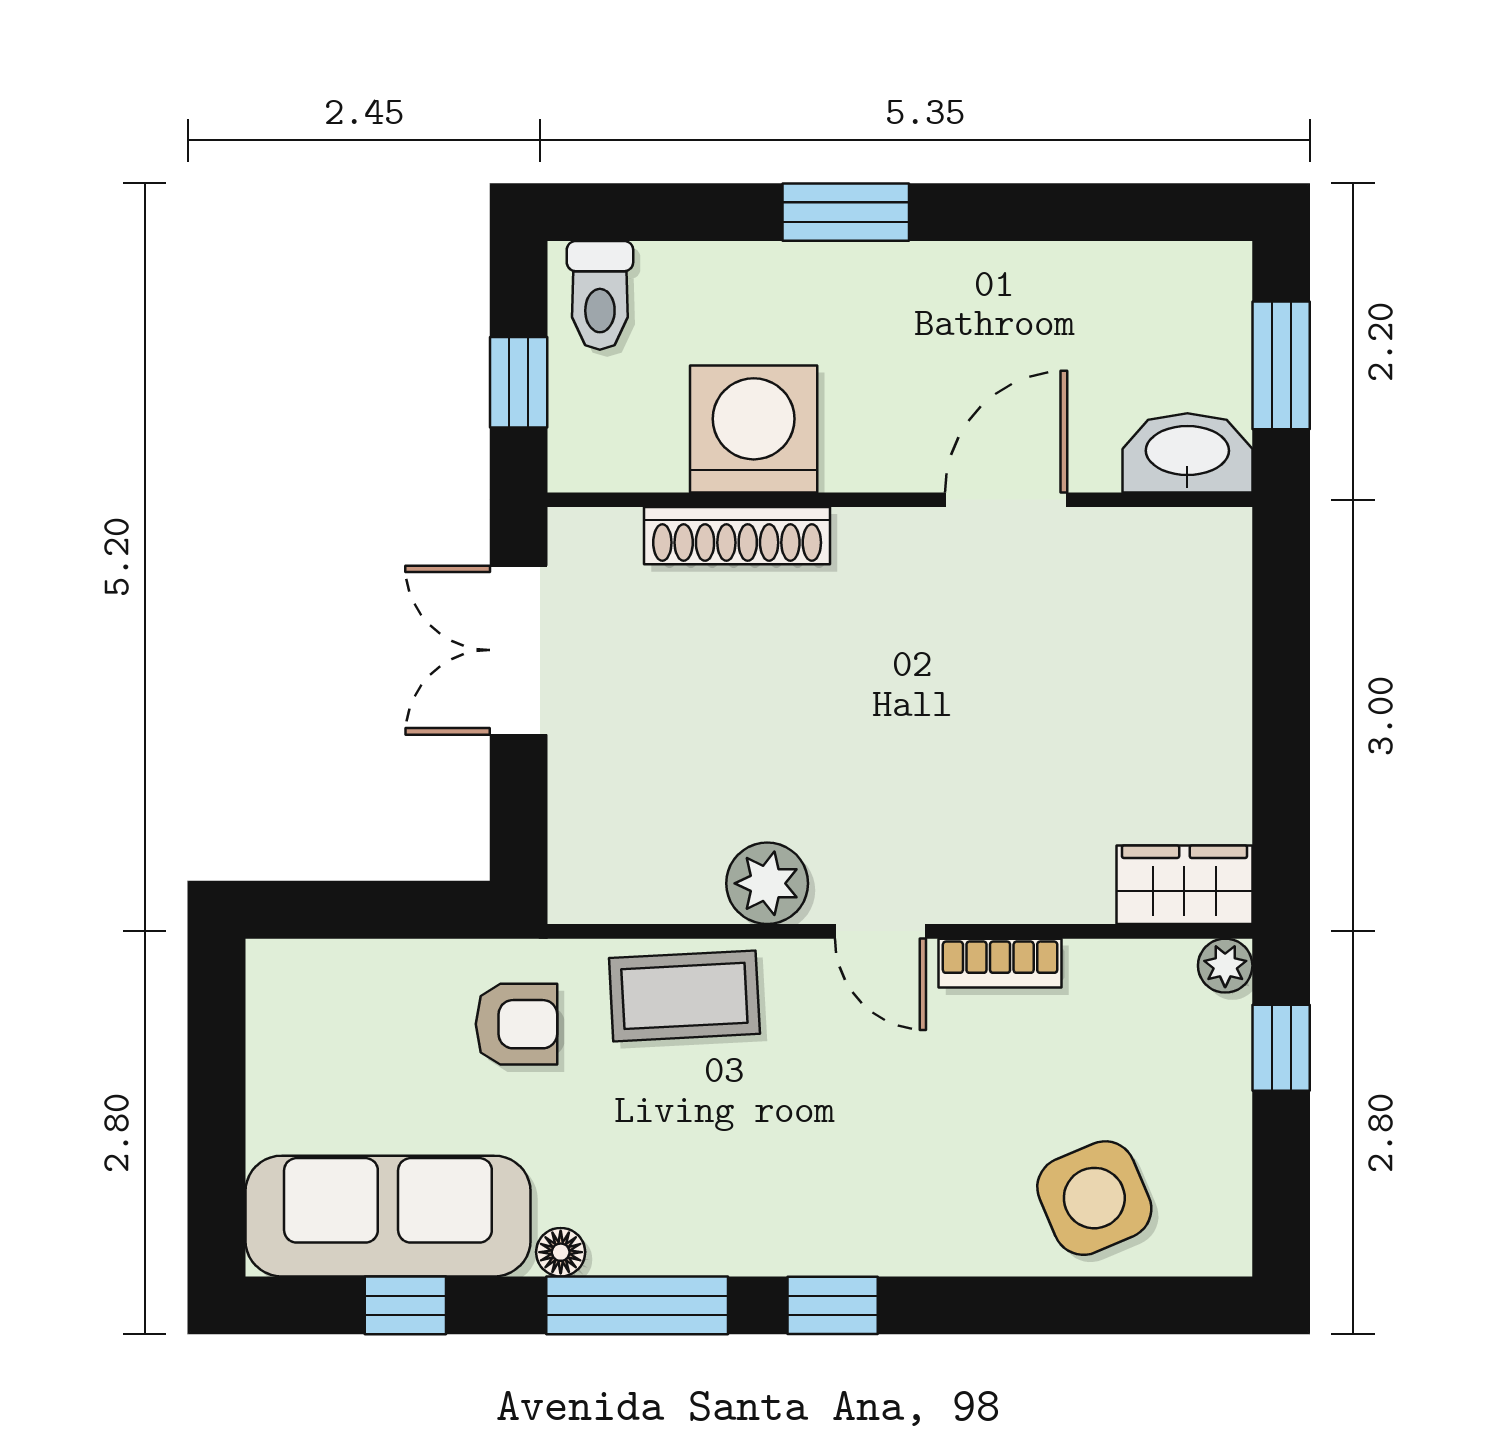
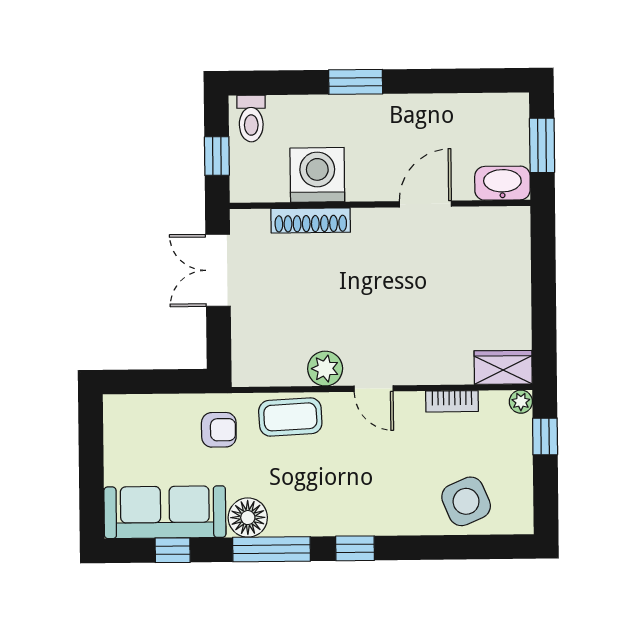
bookcase: (1000, 963) -> (452, 401), moved
floor lamp: (561, 1252) -> (248, 518), width x1.89, depth x1.89

